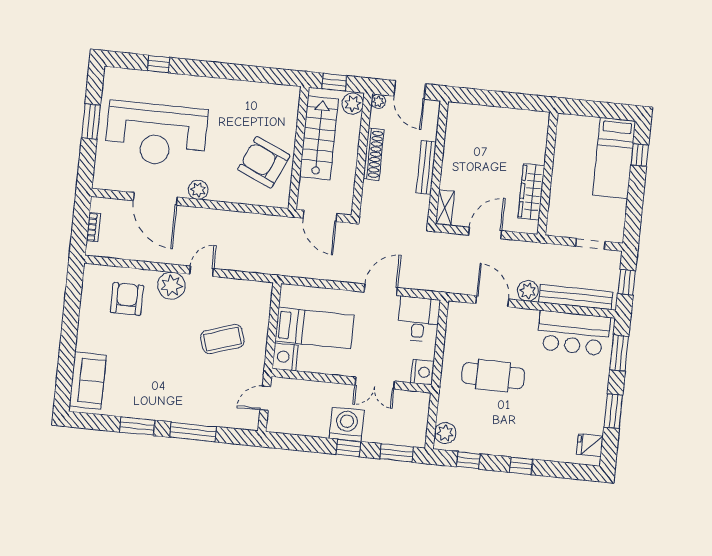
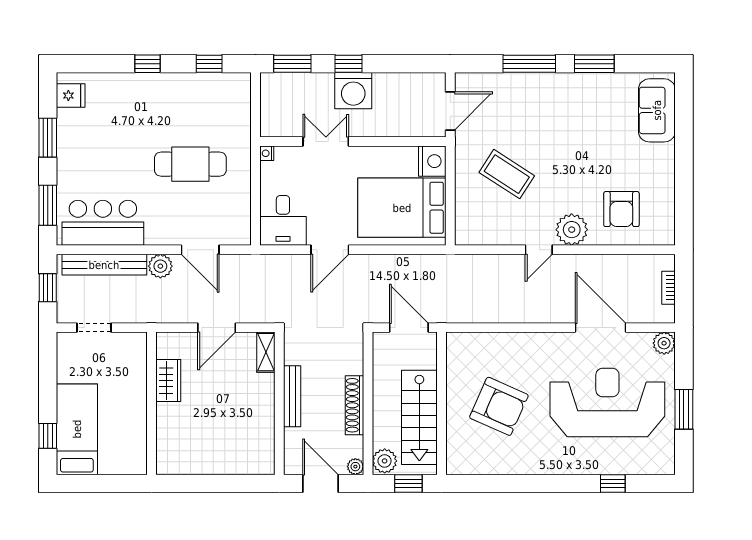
armchair: (264, 162) -> (499, 406), moved
plant: (198, 190) -> (664, 343), moved
wardrobe: (531, 192) -> (168, 381), width x0.67
bed: (314, 328) -> (402, 208), width x1.50
coffee table: (222, 339) -> (507, 174), turned 51
nightstand: (422, 372) -> (267, 153), width x0.53, depth x0.56
door: (265, 398) -> (450, 111), width x1.38
plant: (445, 433) -> (239, 92), removed

